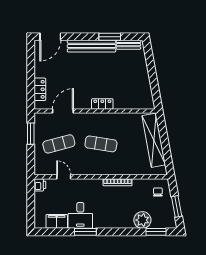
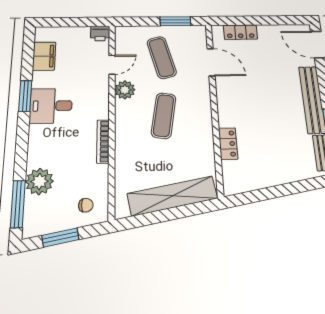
locker: (102, 104) -> (228, 144), moved
plant: (82, 169) -> (125, 90), added
desk: (80, 215) -> (51, 106), moved
window: (156, 232) -> (18, 204), width x1.44

